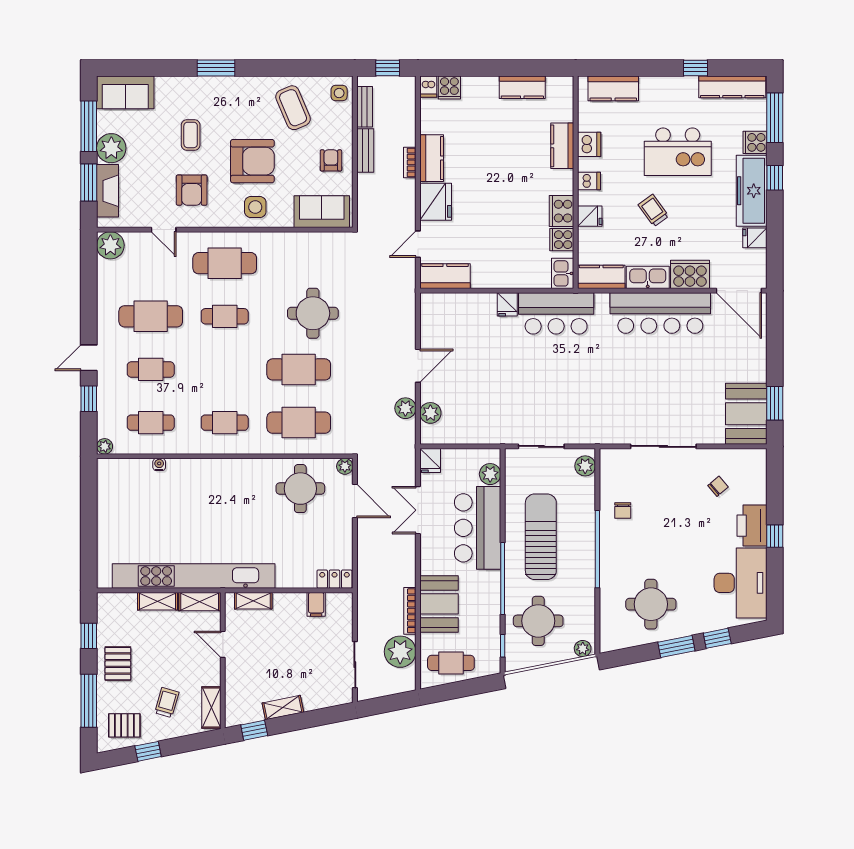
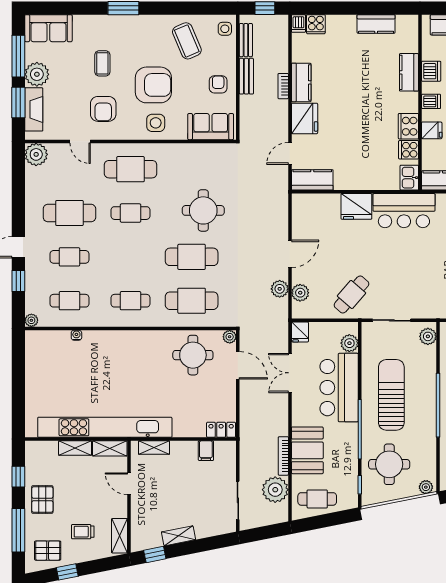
fridge: (507, 304) -> (356, 206), width x1.88, depth x1.34
cafe table: (493, 415) -> (352, 294), added
trolley: (167, 702) -> (83, 532), turned -106

